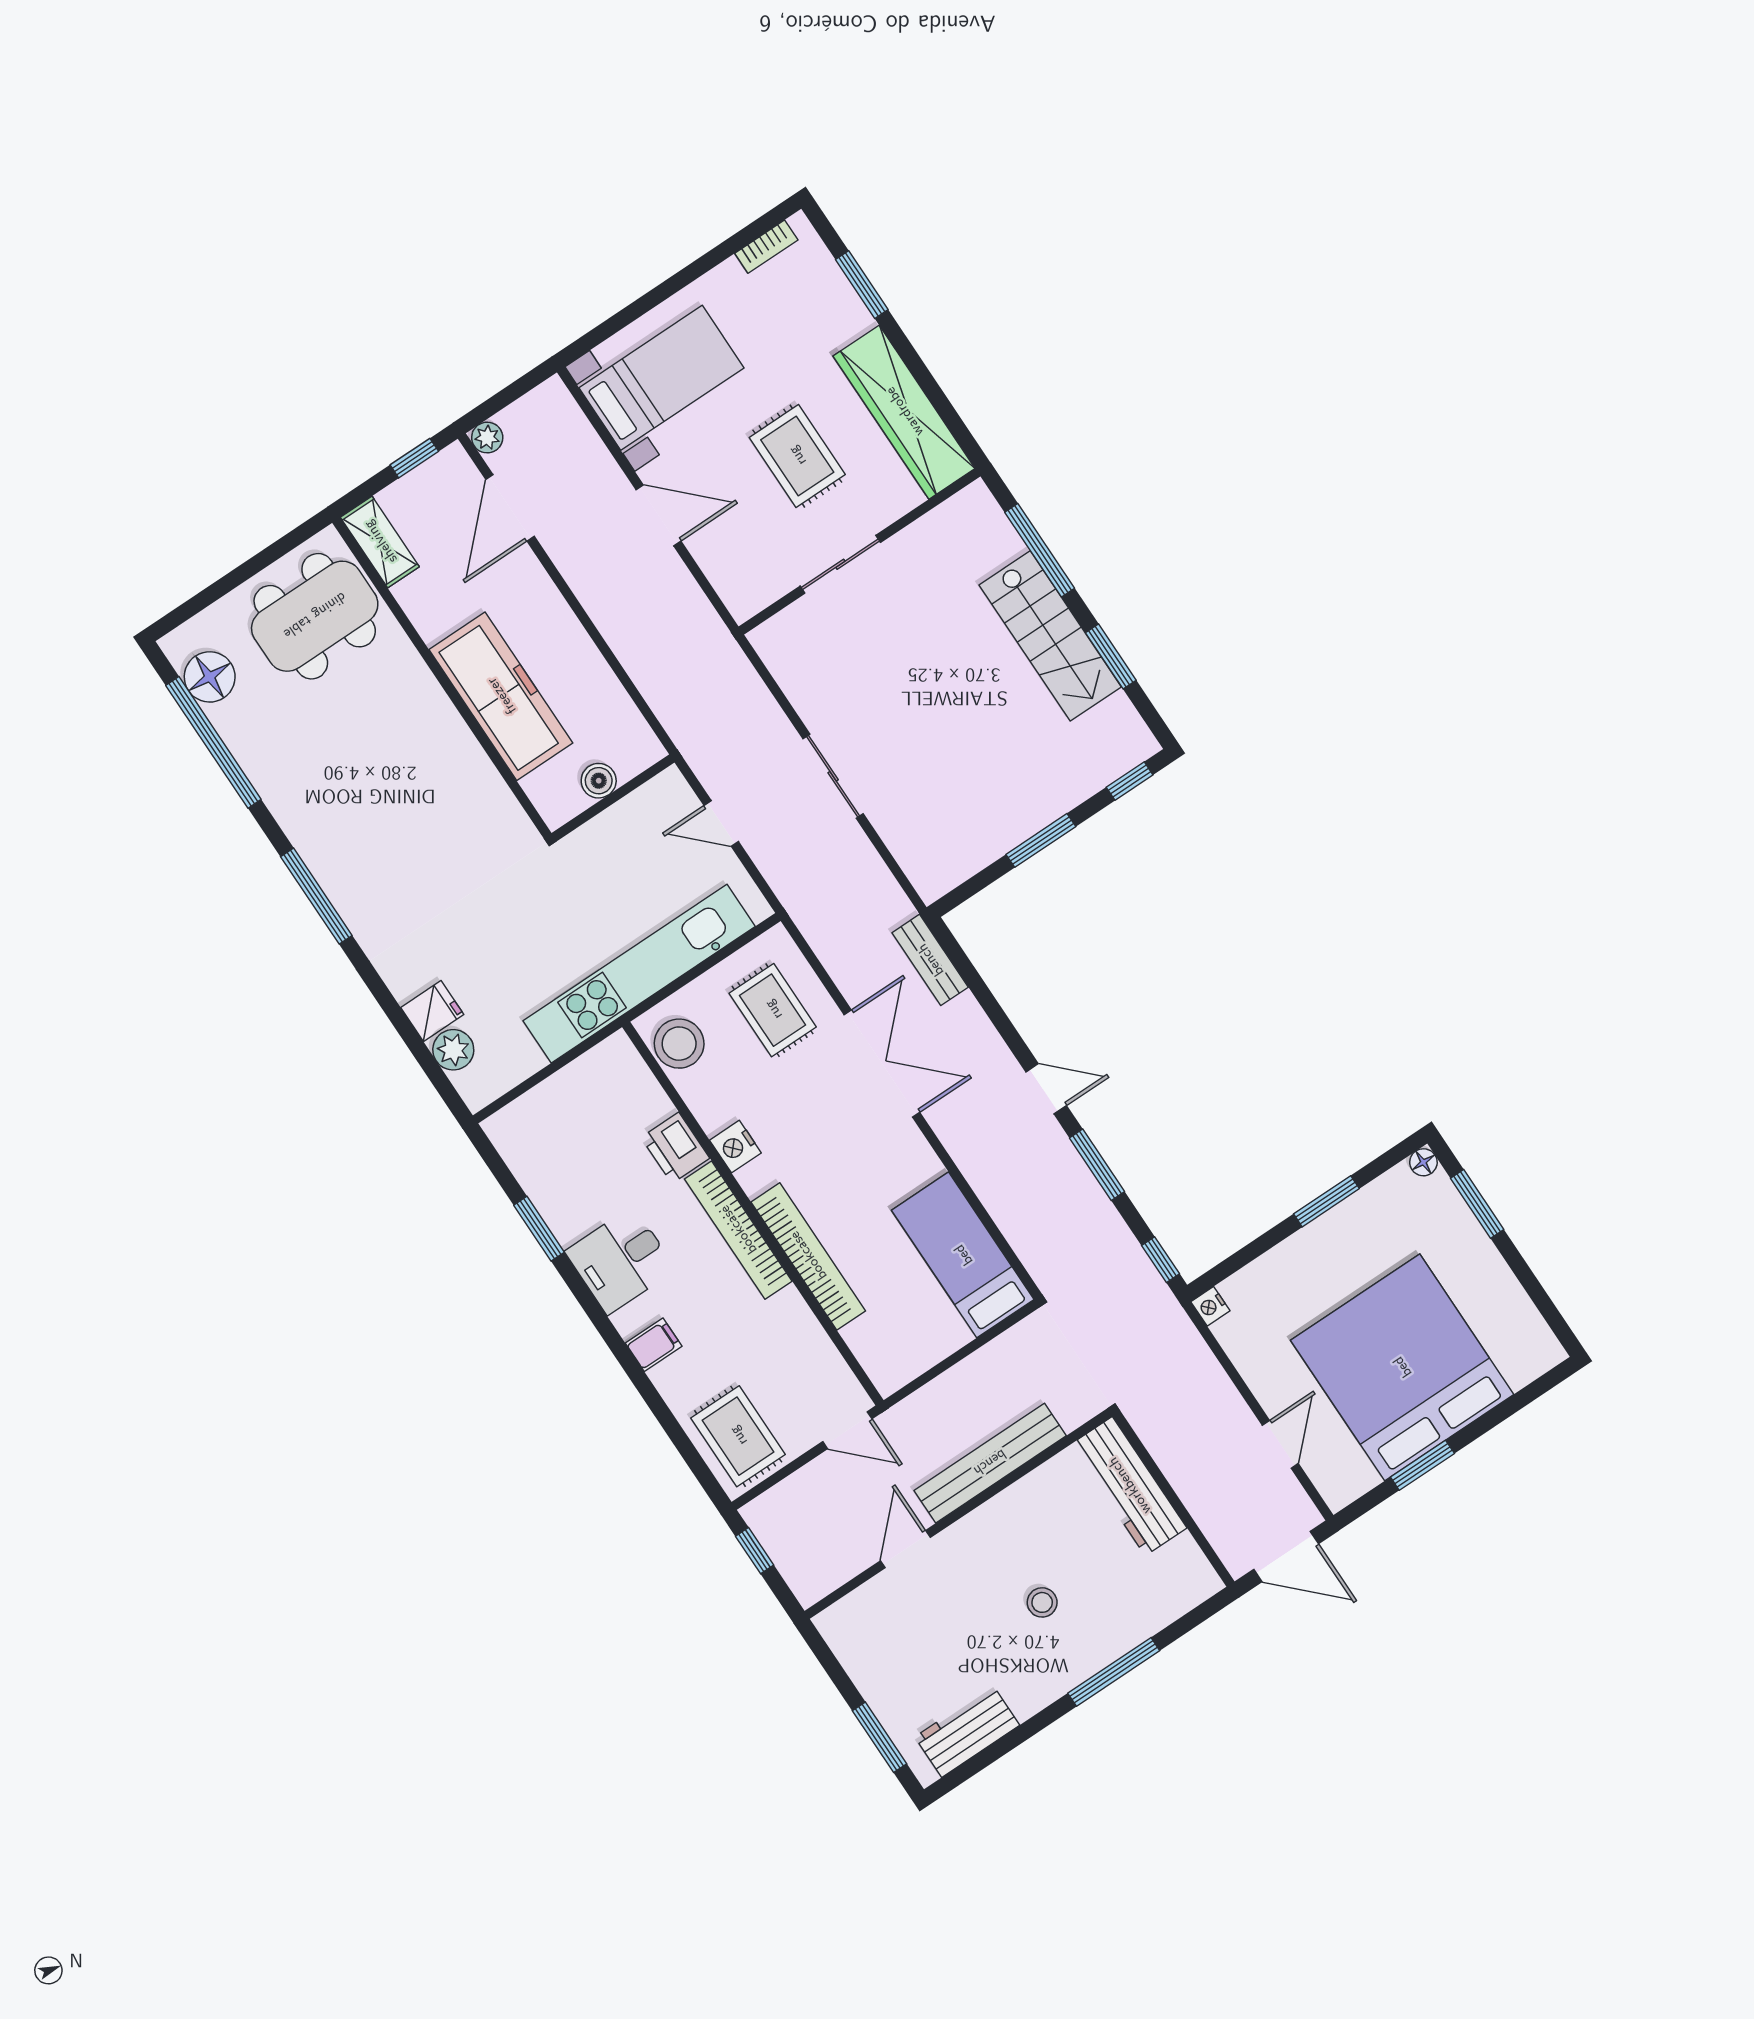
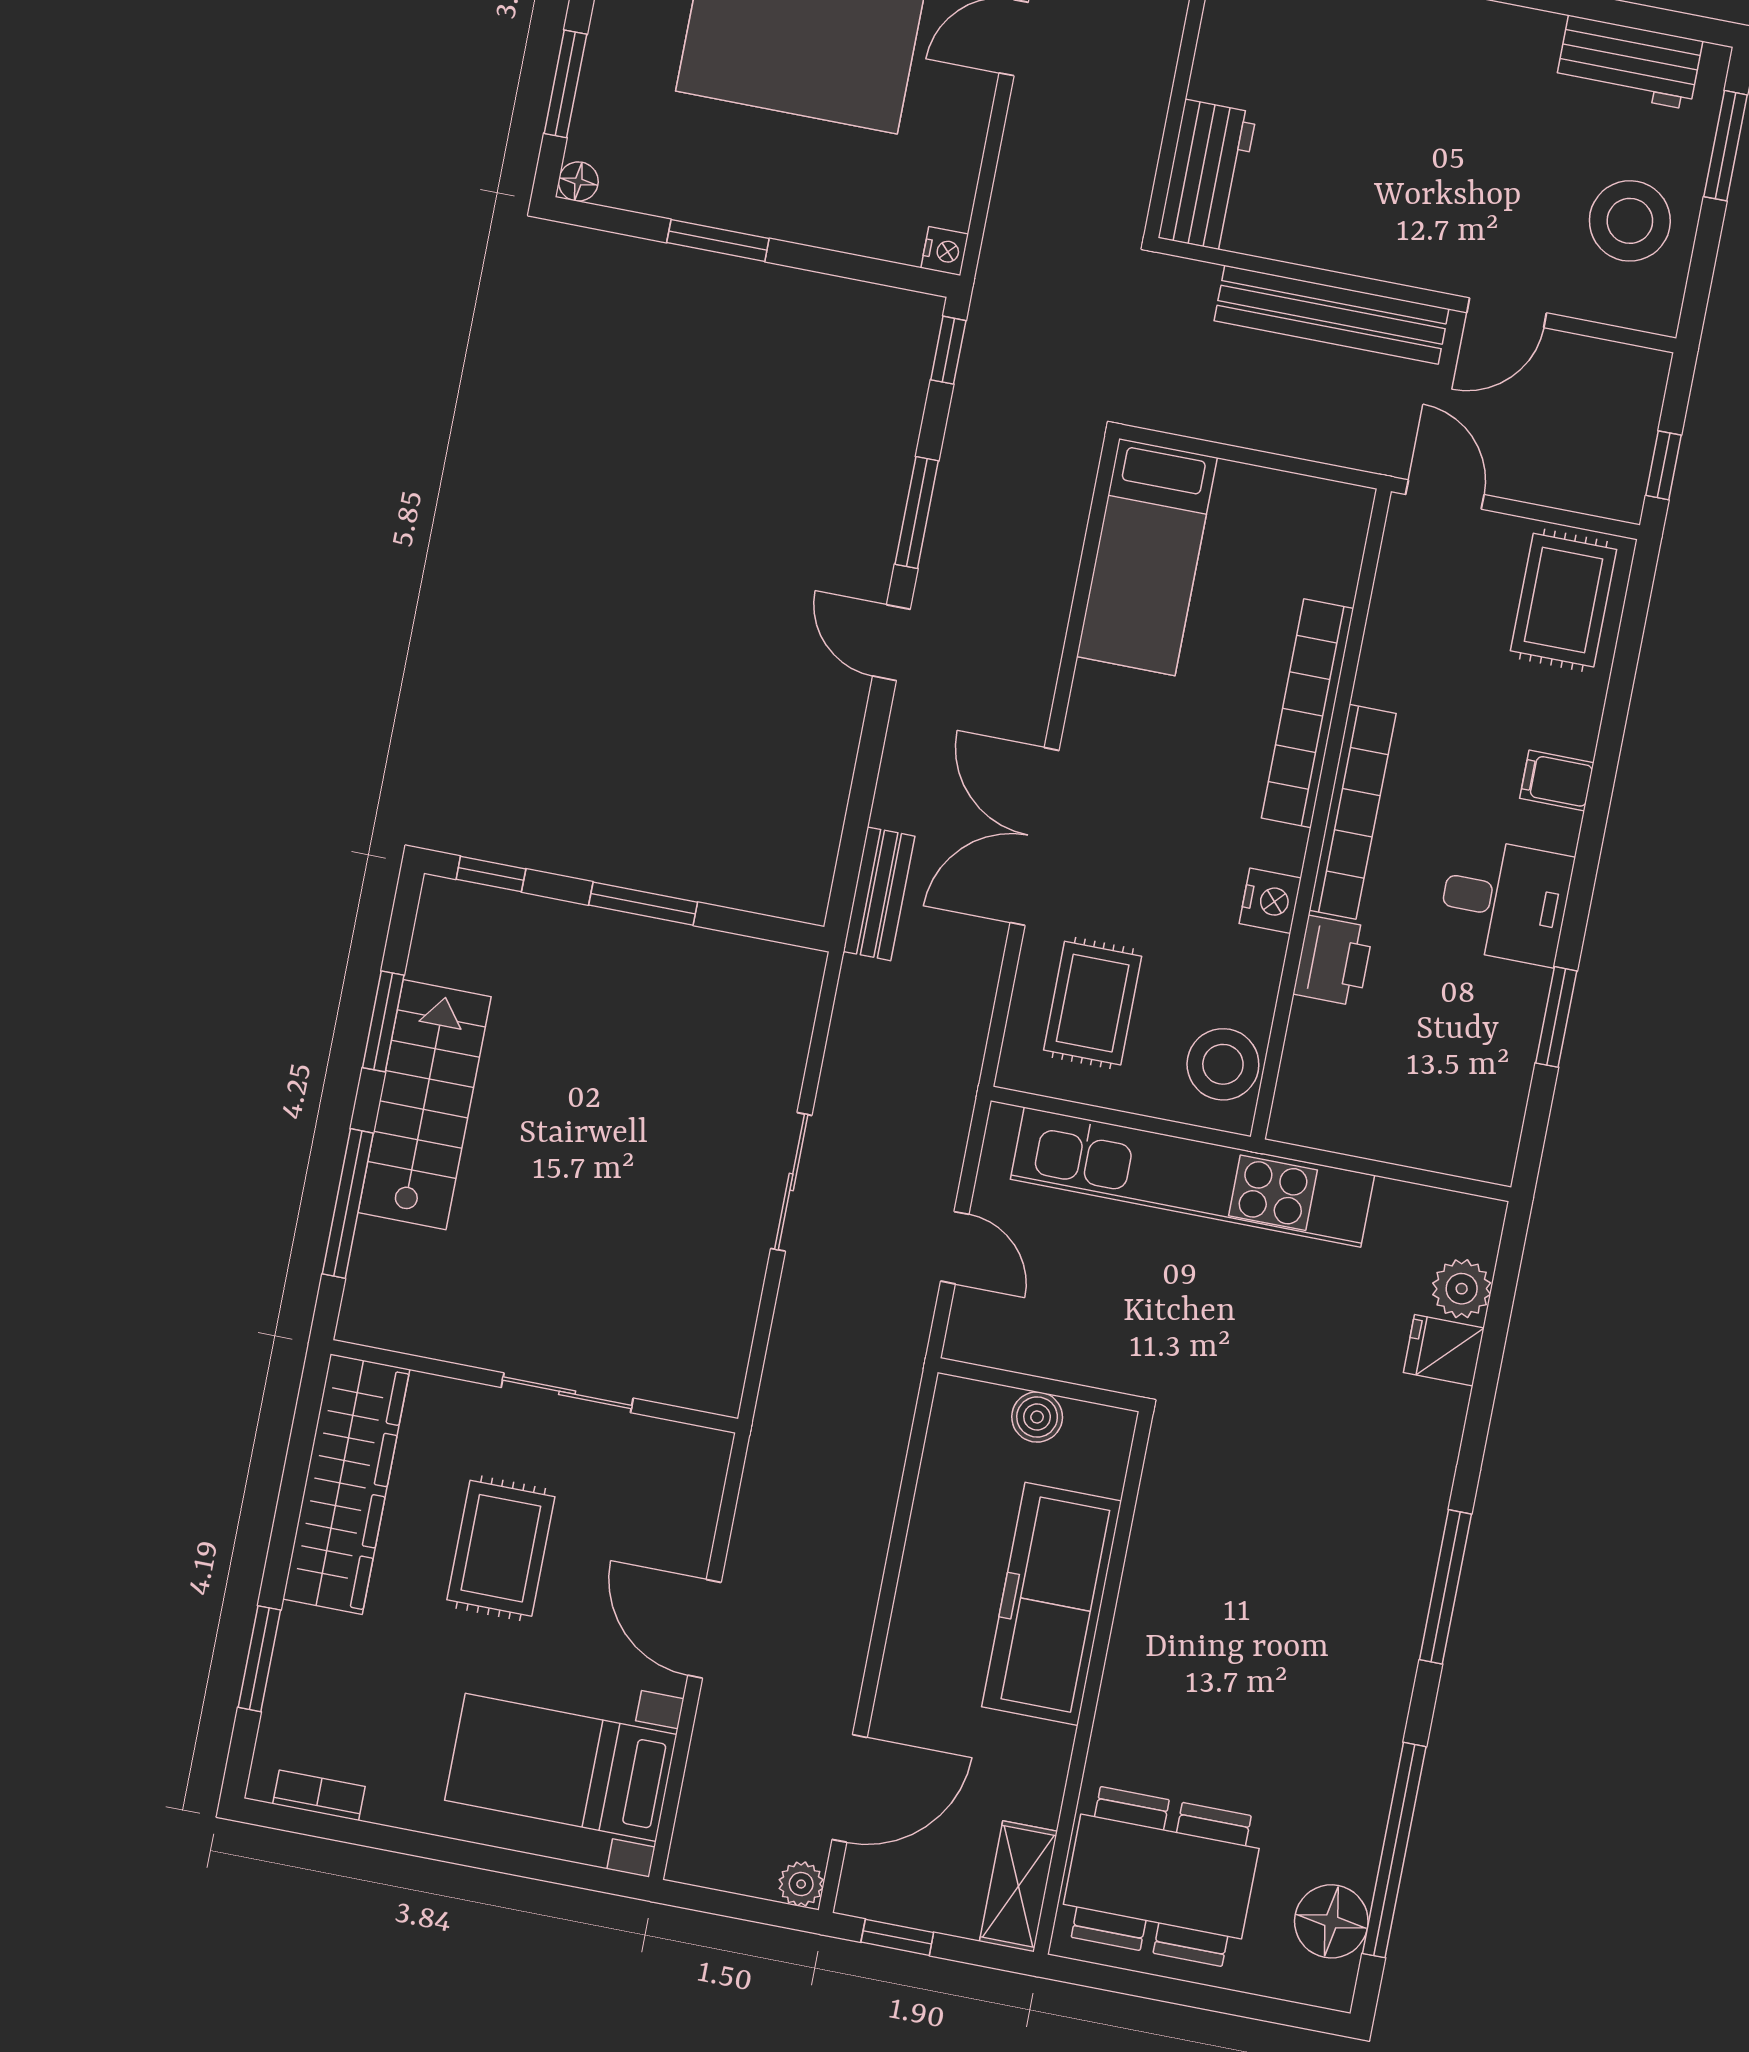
workbench: (1129, 1486) -> (1207, 175), width x0.73
stool: (1042, 1602) -> (1630, 221), moved, width x1.89, depth x1.89

